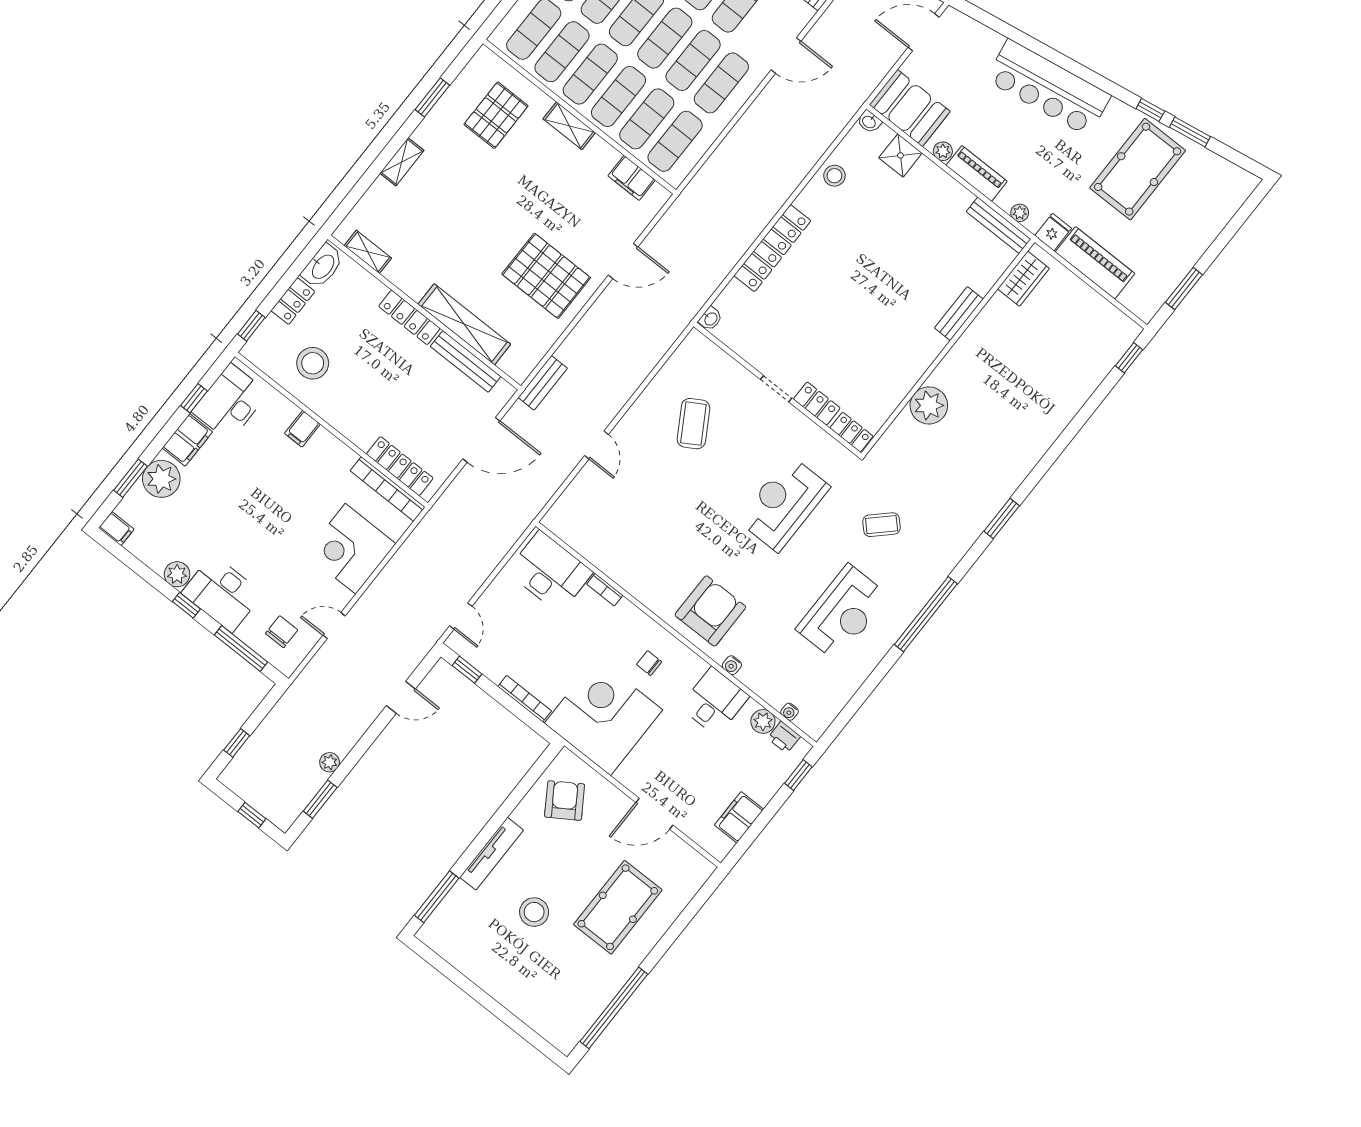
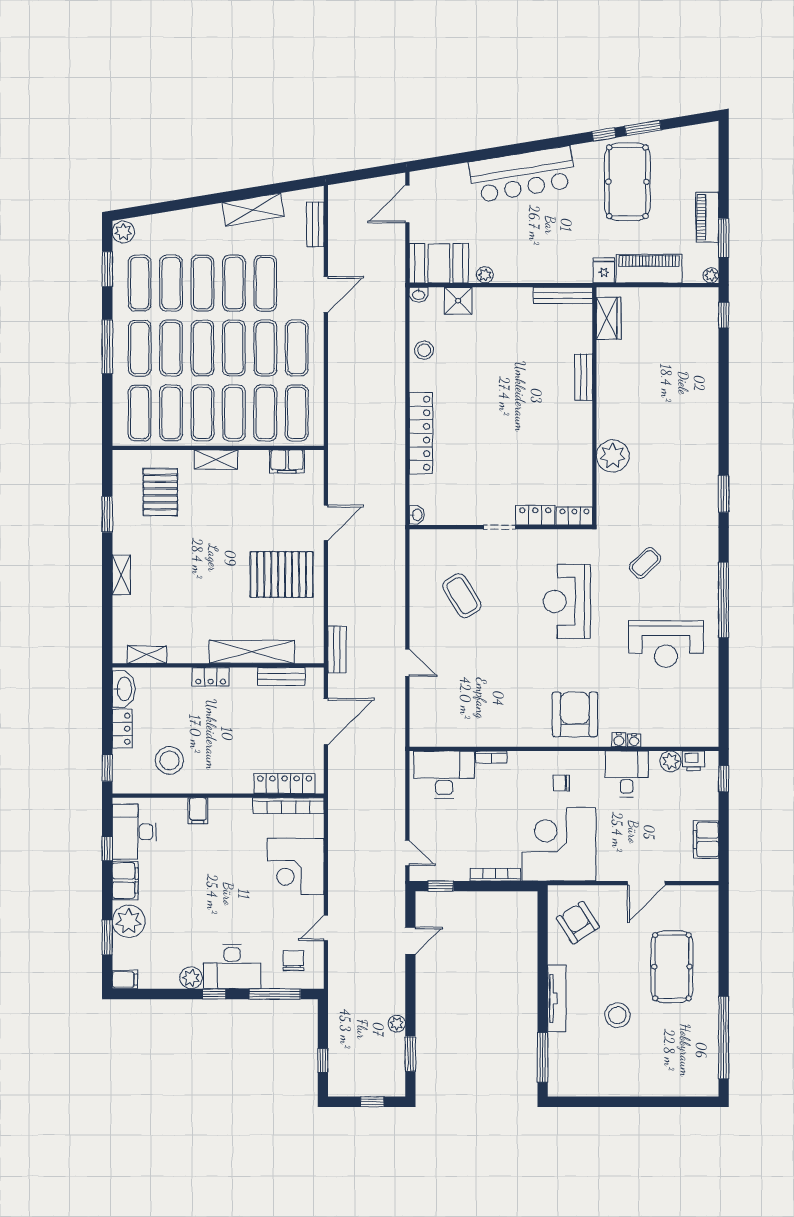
piano: (977, 173) -> (707, 217), moved, turned -90
plant: (1020, 213) -> (711, 275), moved
locker: (409, 317) -> (211, 677), width x0.66
bench: (466, 361) -> (281, 677), width x0.73
reception desk: (843, 613) -> (666, 644), turned 90
water cooler: (790, 712) -> (634, 740), moved

